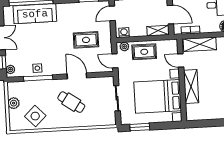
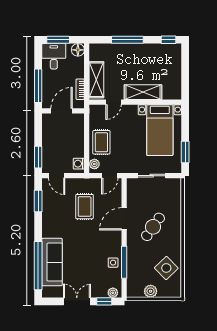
shelving: (158, 31) -> (79, 125), removed
bed with nightstands: (158, 96) -> (160, 130), width x0.73

